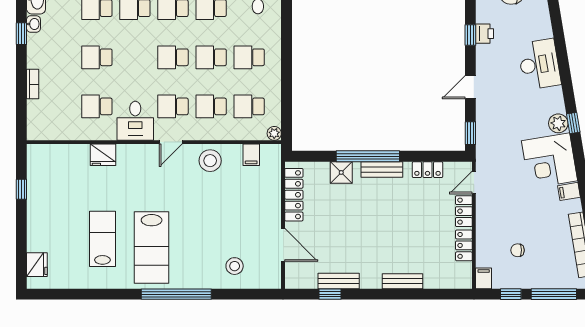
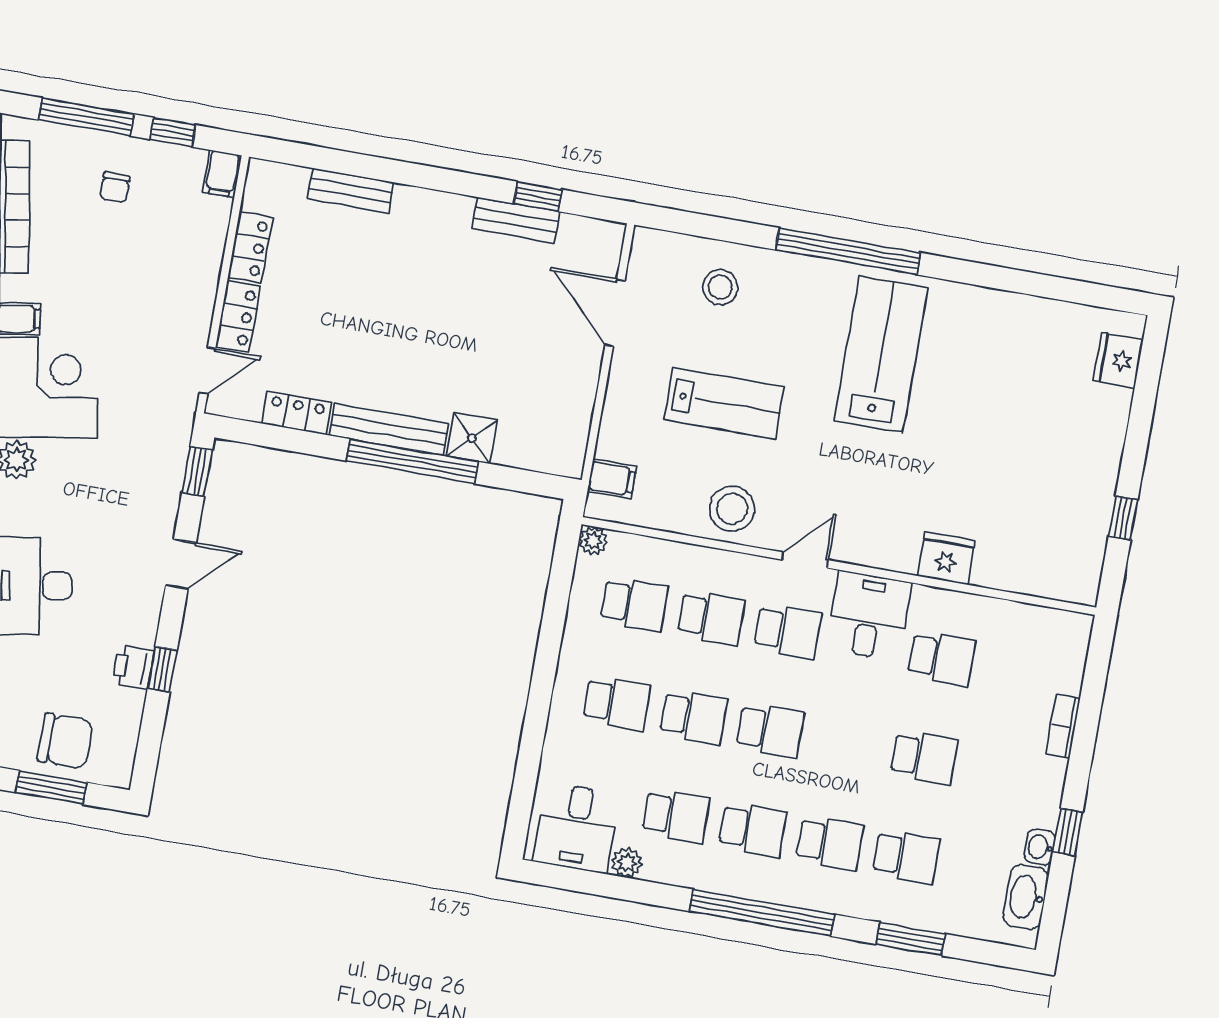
filing cabinet: (251, 155) -> (612, 479), moved, turned 90
bench: (382, 170) -> (389, 430), width x1.36
locker: (294, 195) -> (575, 410), removed
lab bench: (102, 239) -> (724, 403), moved, turned -90
chair: (517, 250) -> (115, 187), moved, turned 90
bench: (403, 281) -> (351, 191), moved

